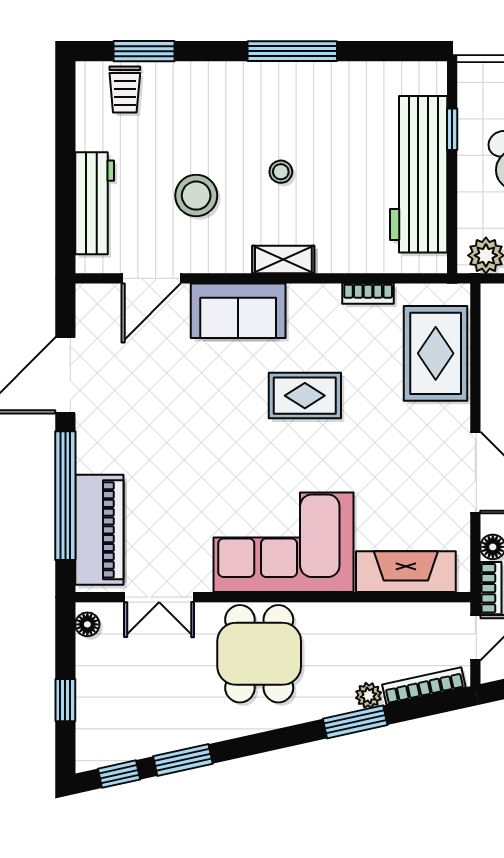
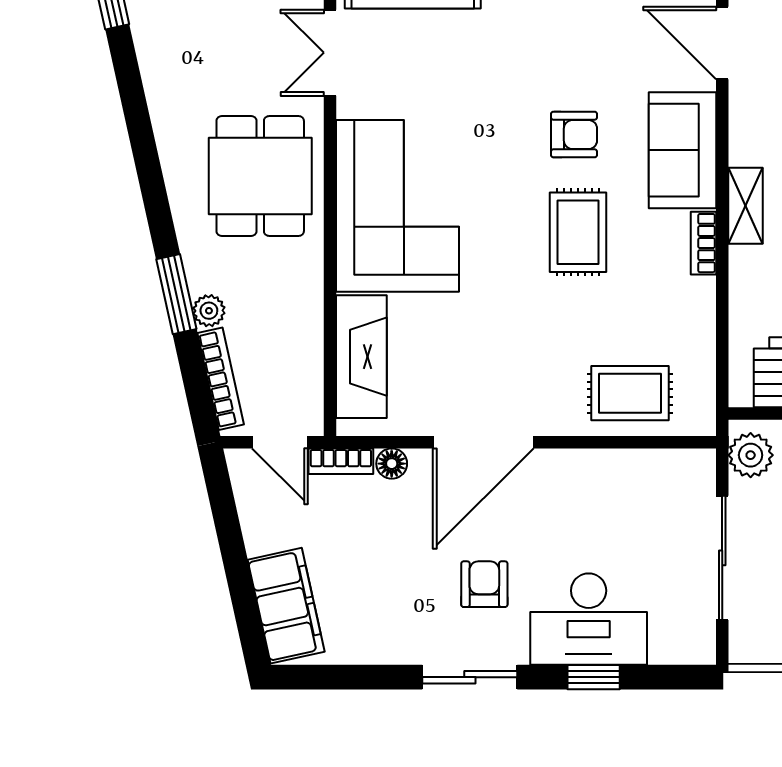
bookcase: (368, 294) -> (703, 243), moved
rug: (436, 353) -> (630, 393), width x0.73, depth x0.70
armchair: (225, 399) -> (574, 135), added
dining table: (259, 654) -> (260, 176), turned 90
window: (183, 760) -> (129, 82), removed

